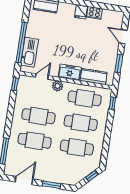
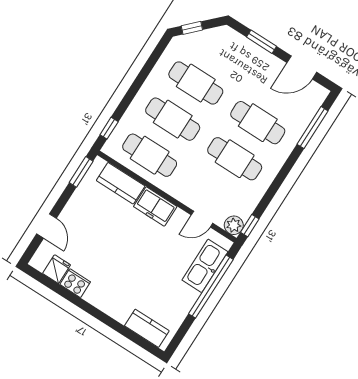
fridge: (81, 12) -> (57, 269), moved
window: (119, 63) -> (81, 172), moved
plant: (58, 86) -> (234, 225), moved

